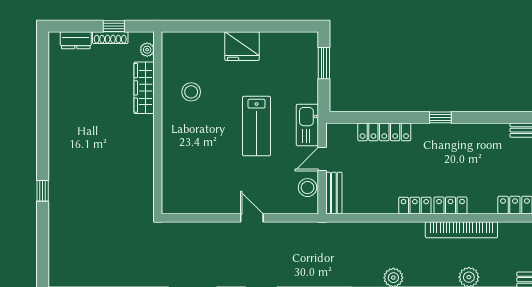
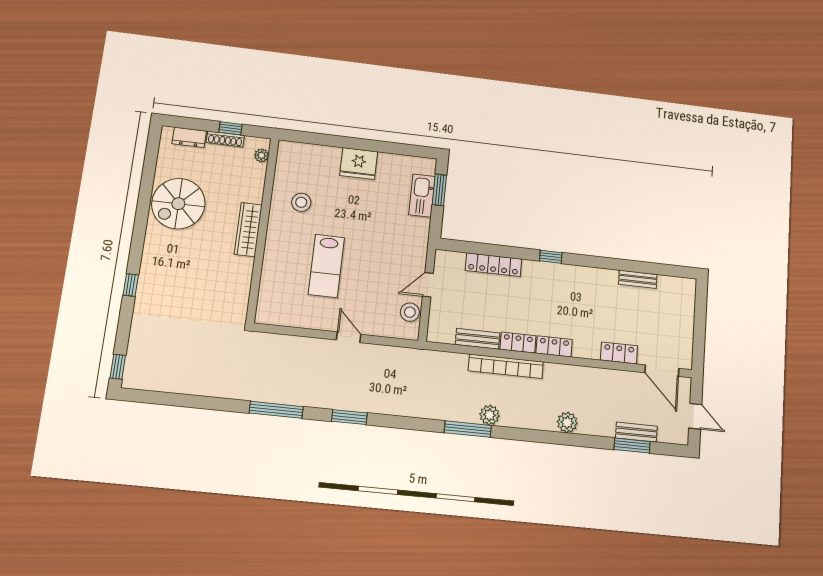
wardrobe: (144, 88) -> (248, 230), moved
spiral stairs: (75, 107) -> (178, 204), added
kitchen sink: (307, 125) -> (422, 196), moved
lab bench: (257, 126) -> (326, 266), moved
bench: (334, 193) -> (478, 339), moved, turned 90
bookcase: (461, 230) -> (506, 366), moved
window: (43, 268) -> (118, 367), added

